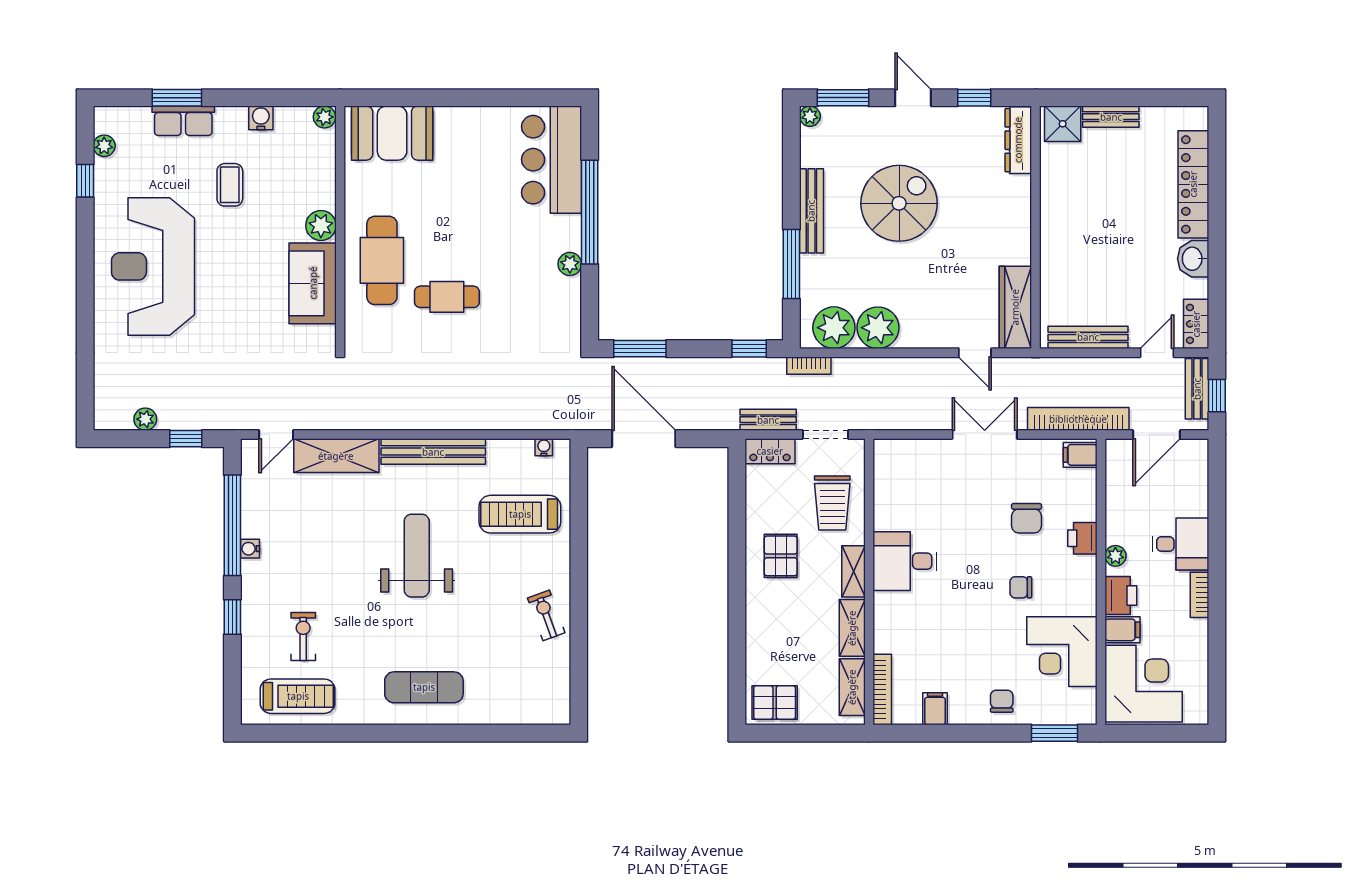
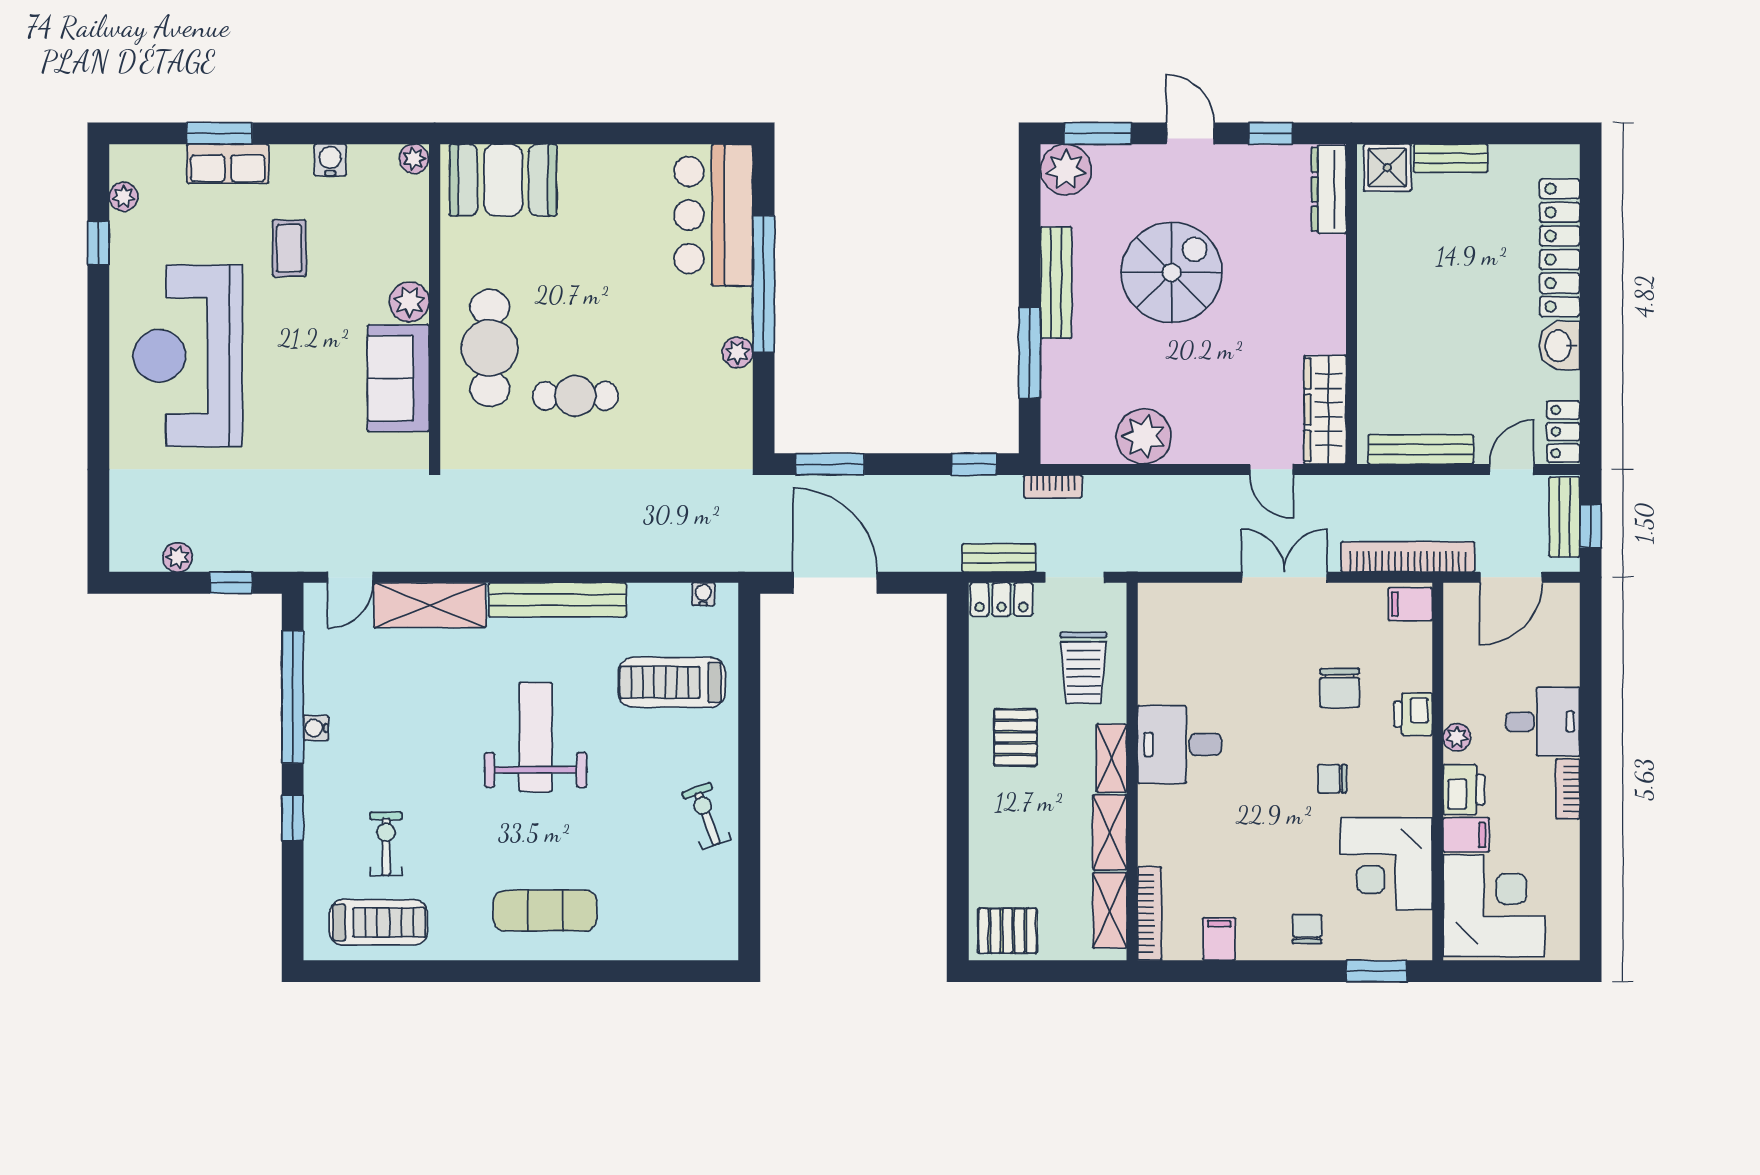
plant: (810, 116) -> (1066, 170), width x1.88, depth x1.88
plant: (834, 328) -> (1086, 437), removed

